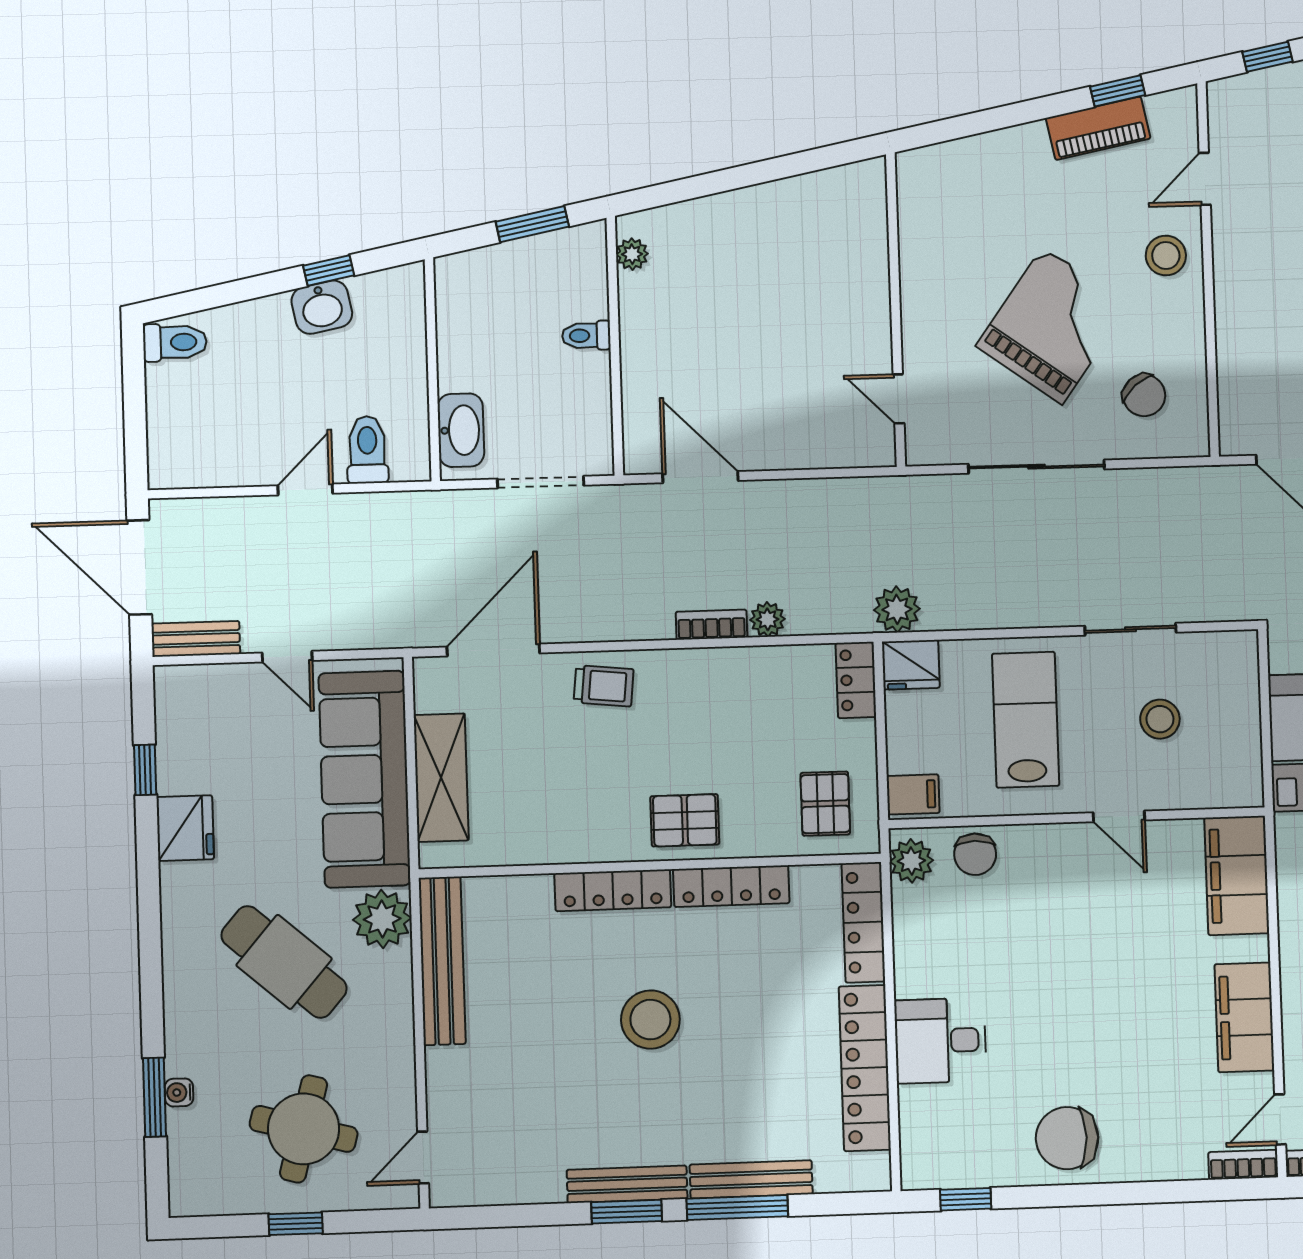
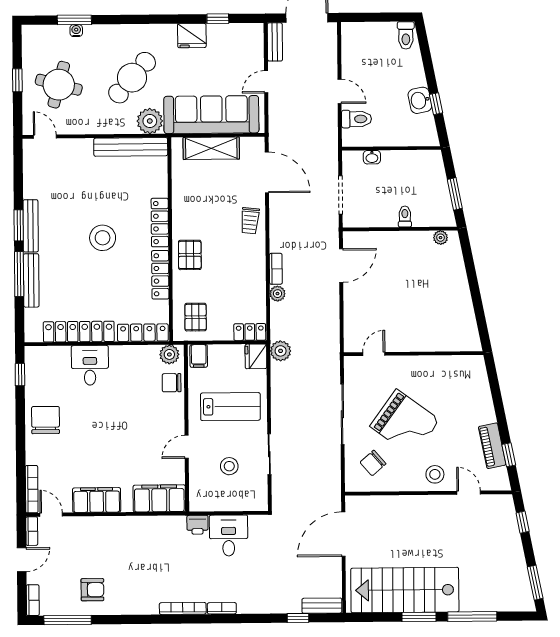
washbasin: (461, 430) -> (372, 157), width x0.52, depth x0.69
pallet: (825, 804) -> (196, 317), turned 90
bookcase: (1243, 1165) -> (32, 489), width x1.56

